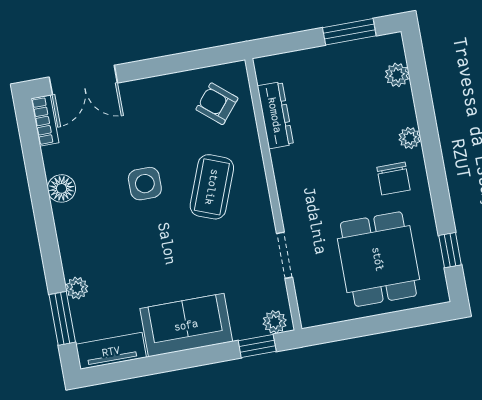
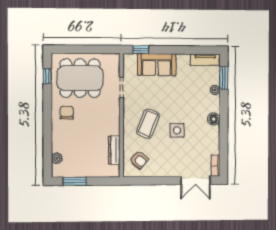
double door: (83, 80) -> (196, 180), swing flipped
plant: (410, 138) -> (56, 129), removed
floor lamp: (62, 188) -> (214, 119), moved
dining table: (378, 259) -> (80, 78), width x1.38
plant: (275, 322) -> (131, 59), removed
sofa: (186, 325) -> (157, 65), moved

